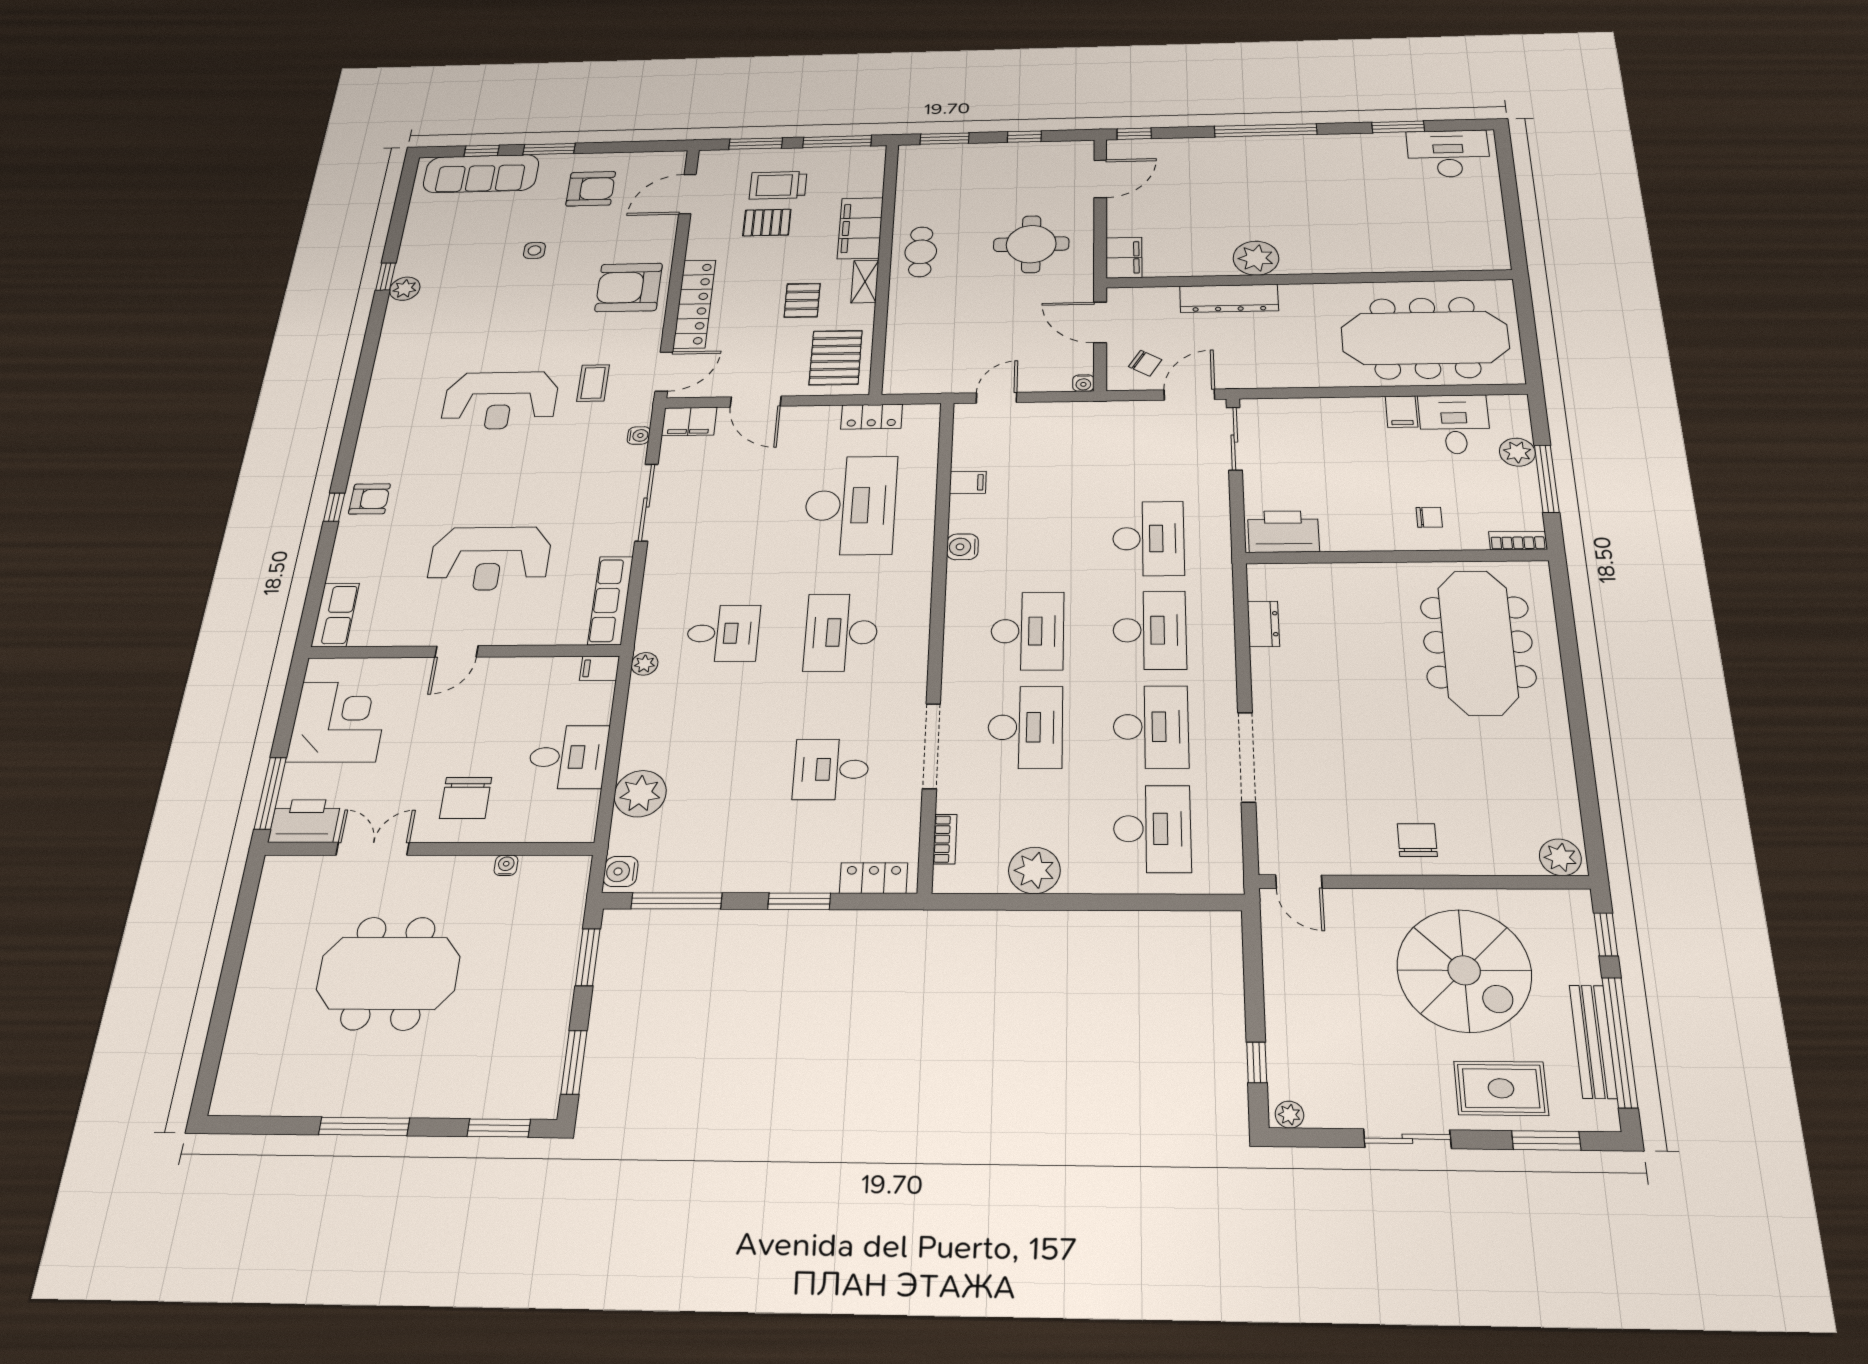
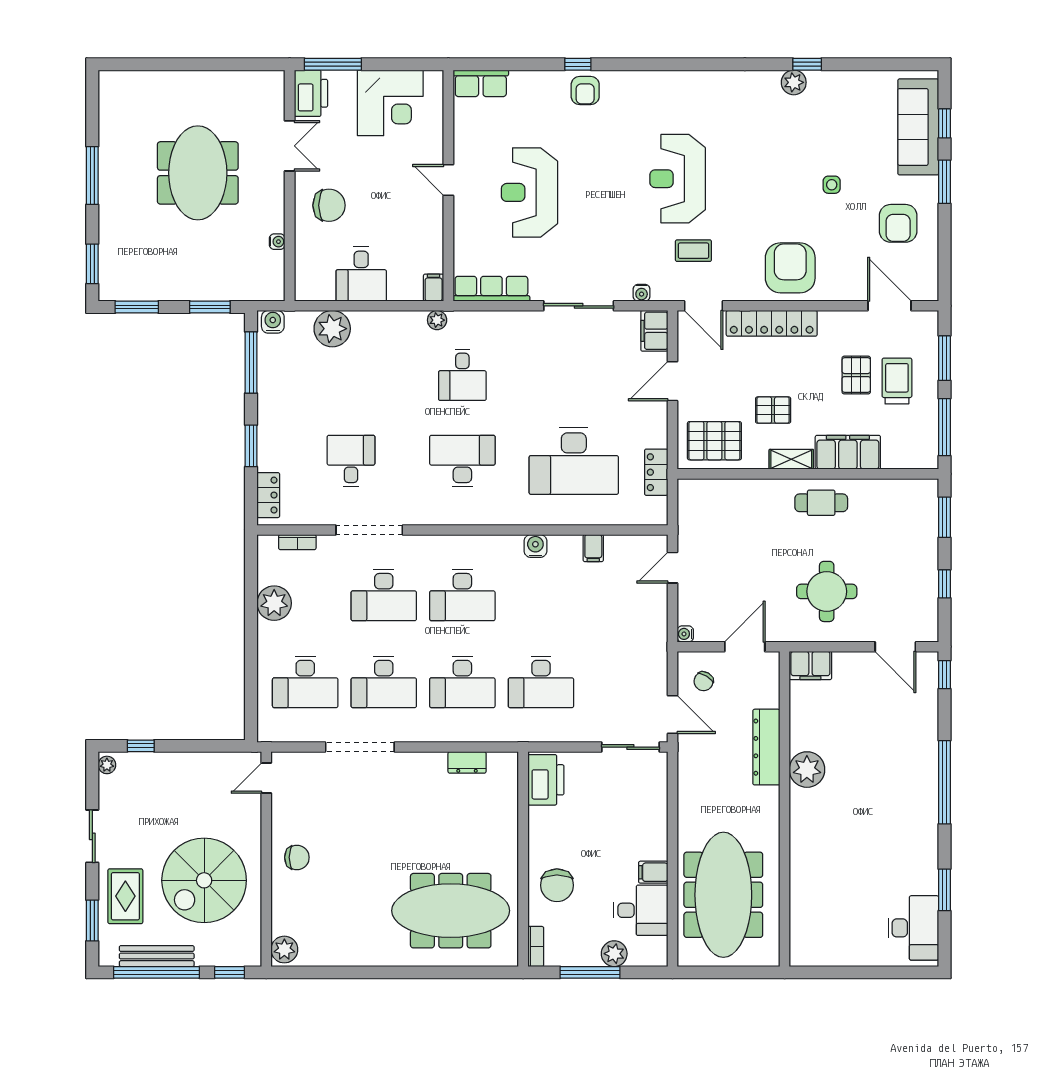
door: (996, 398) -> (673, 568), swing flipped
chair: (1429, 517) -> (557, 885), width x1.87, depth x1.87
chair: (466, 798) -> (329, 205), turned 180

